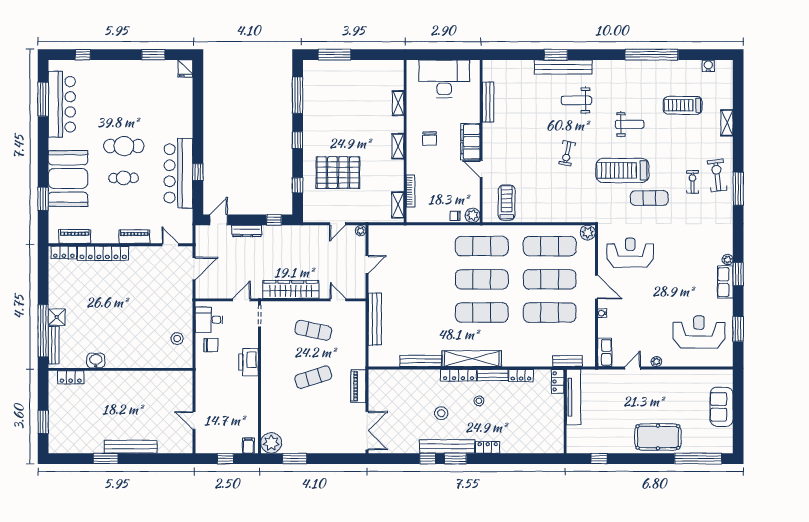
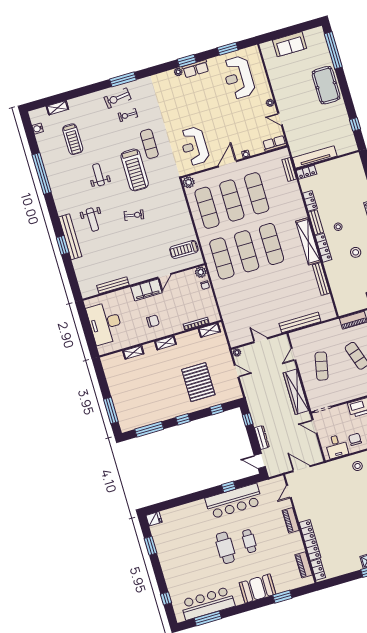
shelving: (727, 123) -> (57, 108), moved
booth: (68, 179) -> (258, 588), width x0.73, depth x0.70

